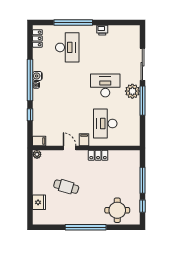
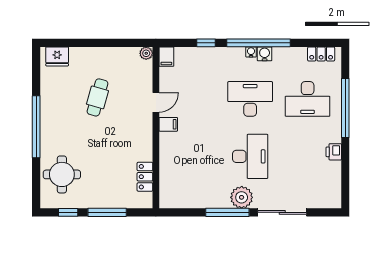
desk: (105, 124) -> (250, 99), moved
locker: (98, 155) -> (145, 177), moved
fridge: (39, 202) -> (57, 56), moved

